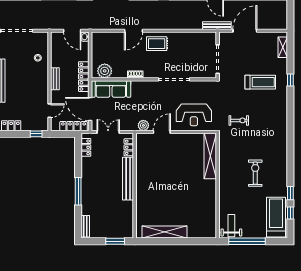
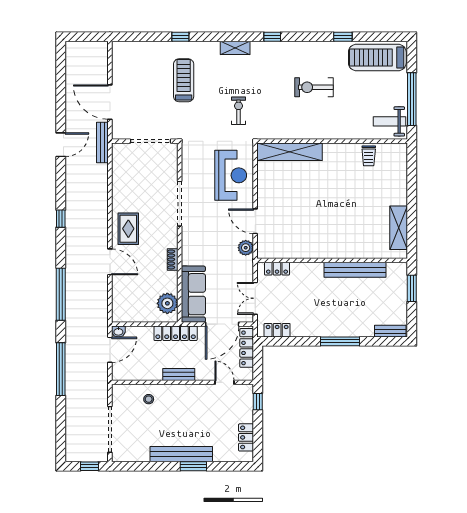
shelving: (283, 47) -> (235, 48), moved
bench: (128, 179) -> (355, 270), moved
trolley: (207, 211) -> (369, 156), added
window: (290, 213) -> (272, 37), moved
shelving: (164, 232) -> (399, 228), width x0.68

